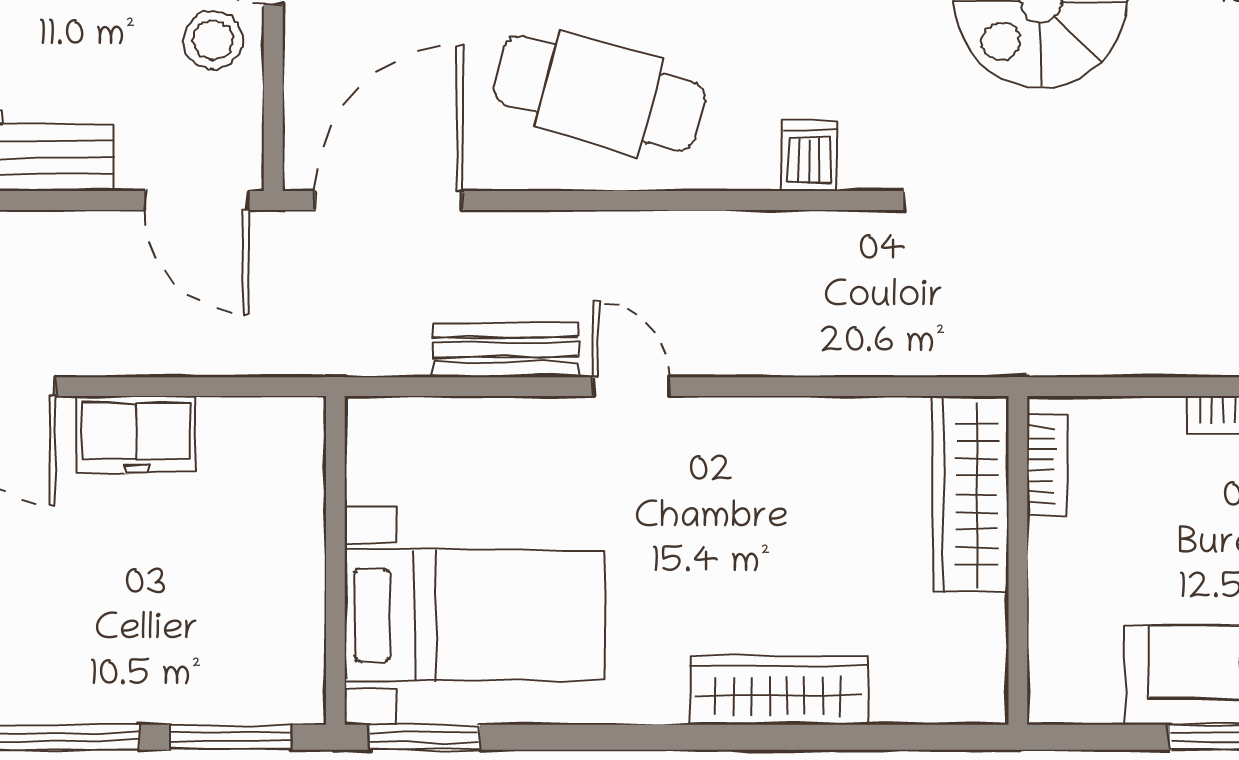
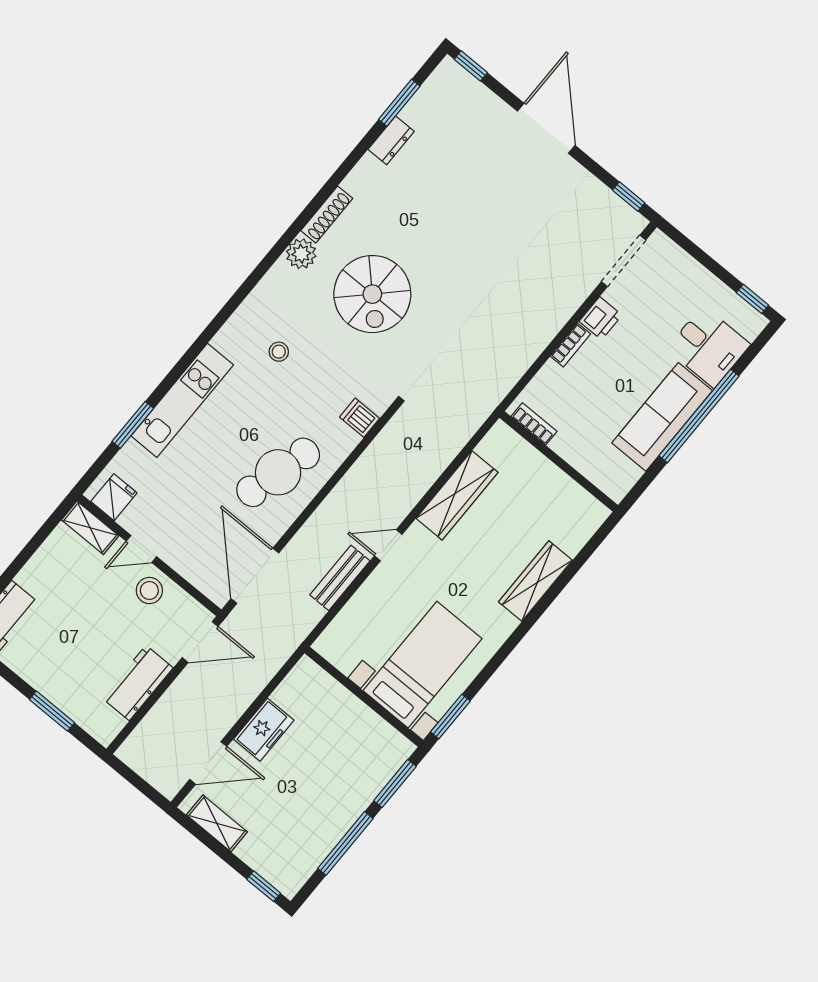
wardrobe: (971, 494) -> (457, 495), moved, turned -90

